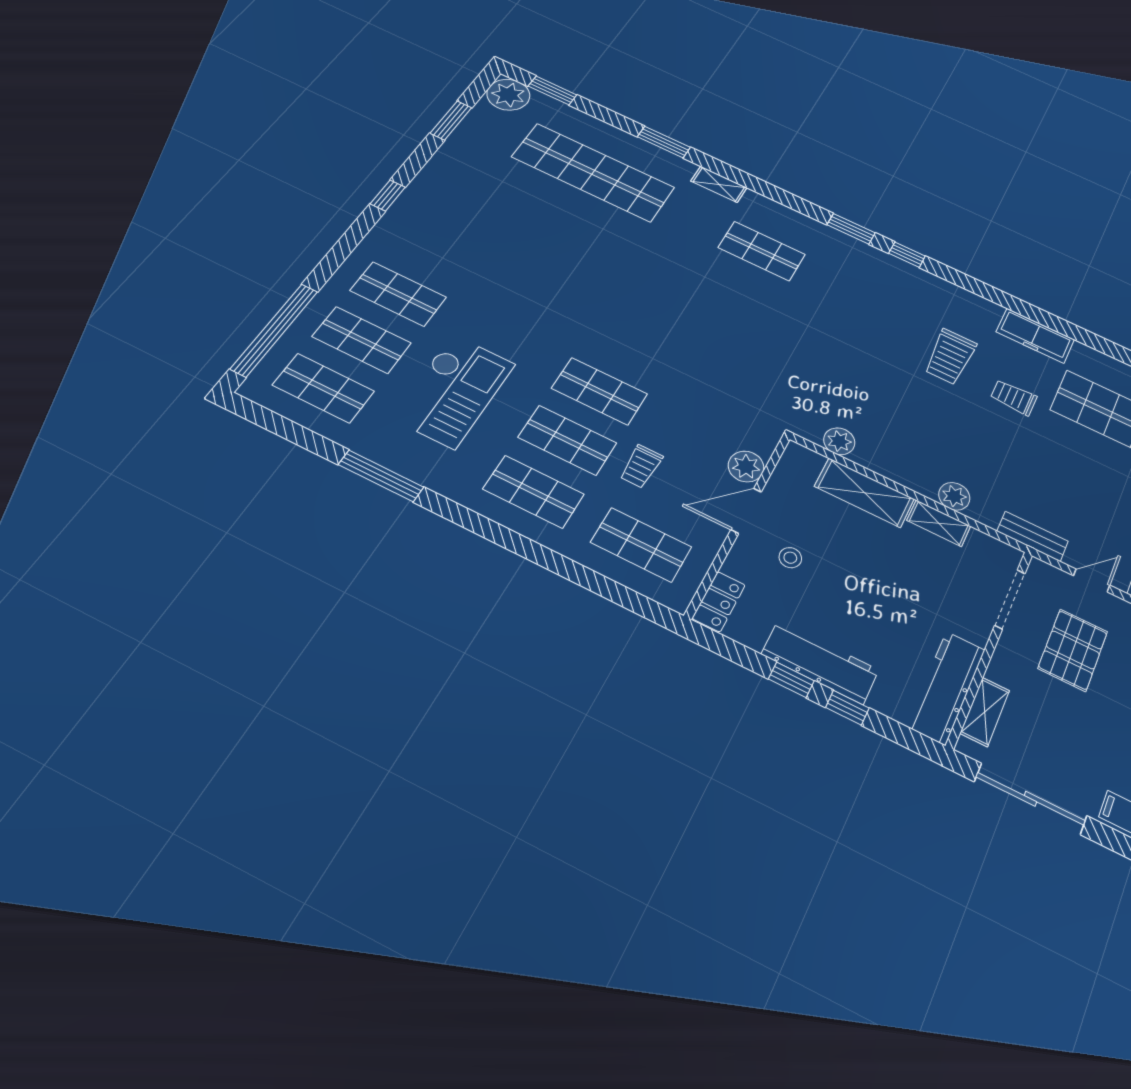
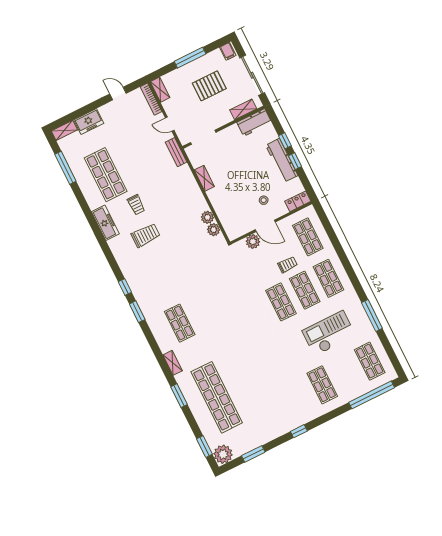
shop shelf: (362, 340) -> (346, 373), removed
shelving: (864, 493) -> (220, 206), removed
plant: (954, 496) -> (207, 217), moved
pallet: (1073, 650) -> (209, 86), moved
workbench: (946, 688) -> (254, 122), width x0.73

